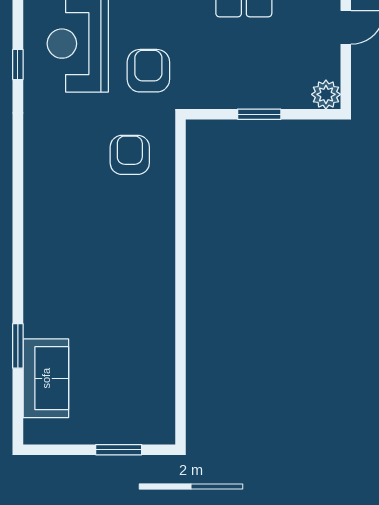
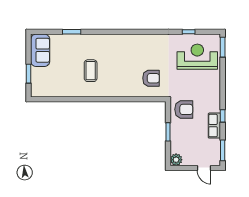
armchair: (148, 71) -> (184, 109), moved
coffee table: (112, 300) -> (91, 71), added
sofa: (46, 378) -> (40, 50), moved, turned -90

